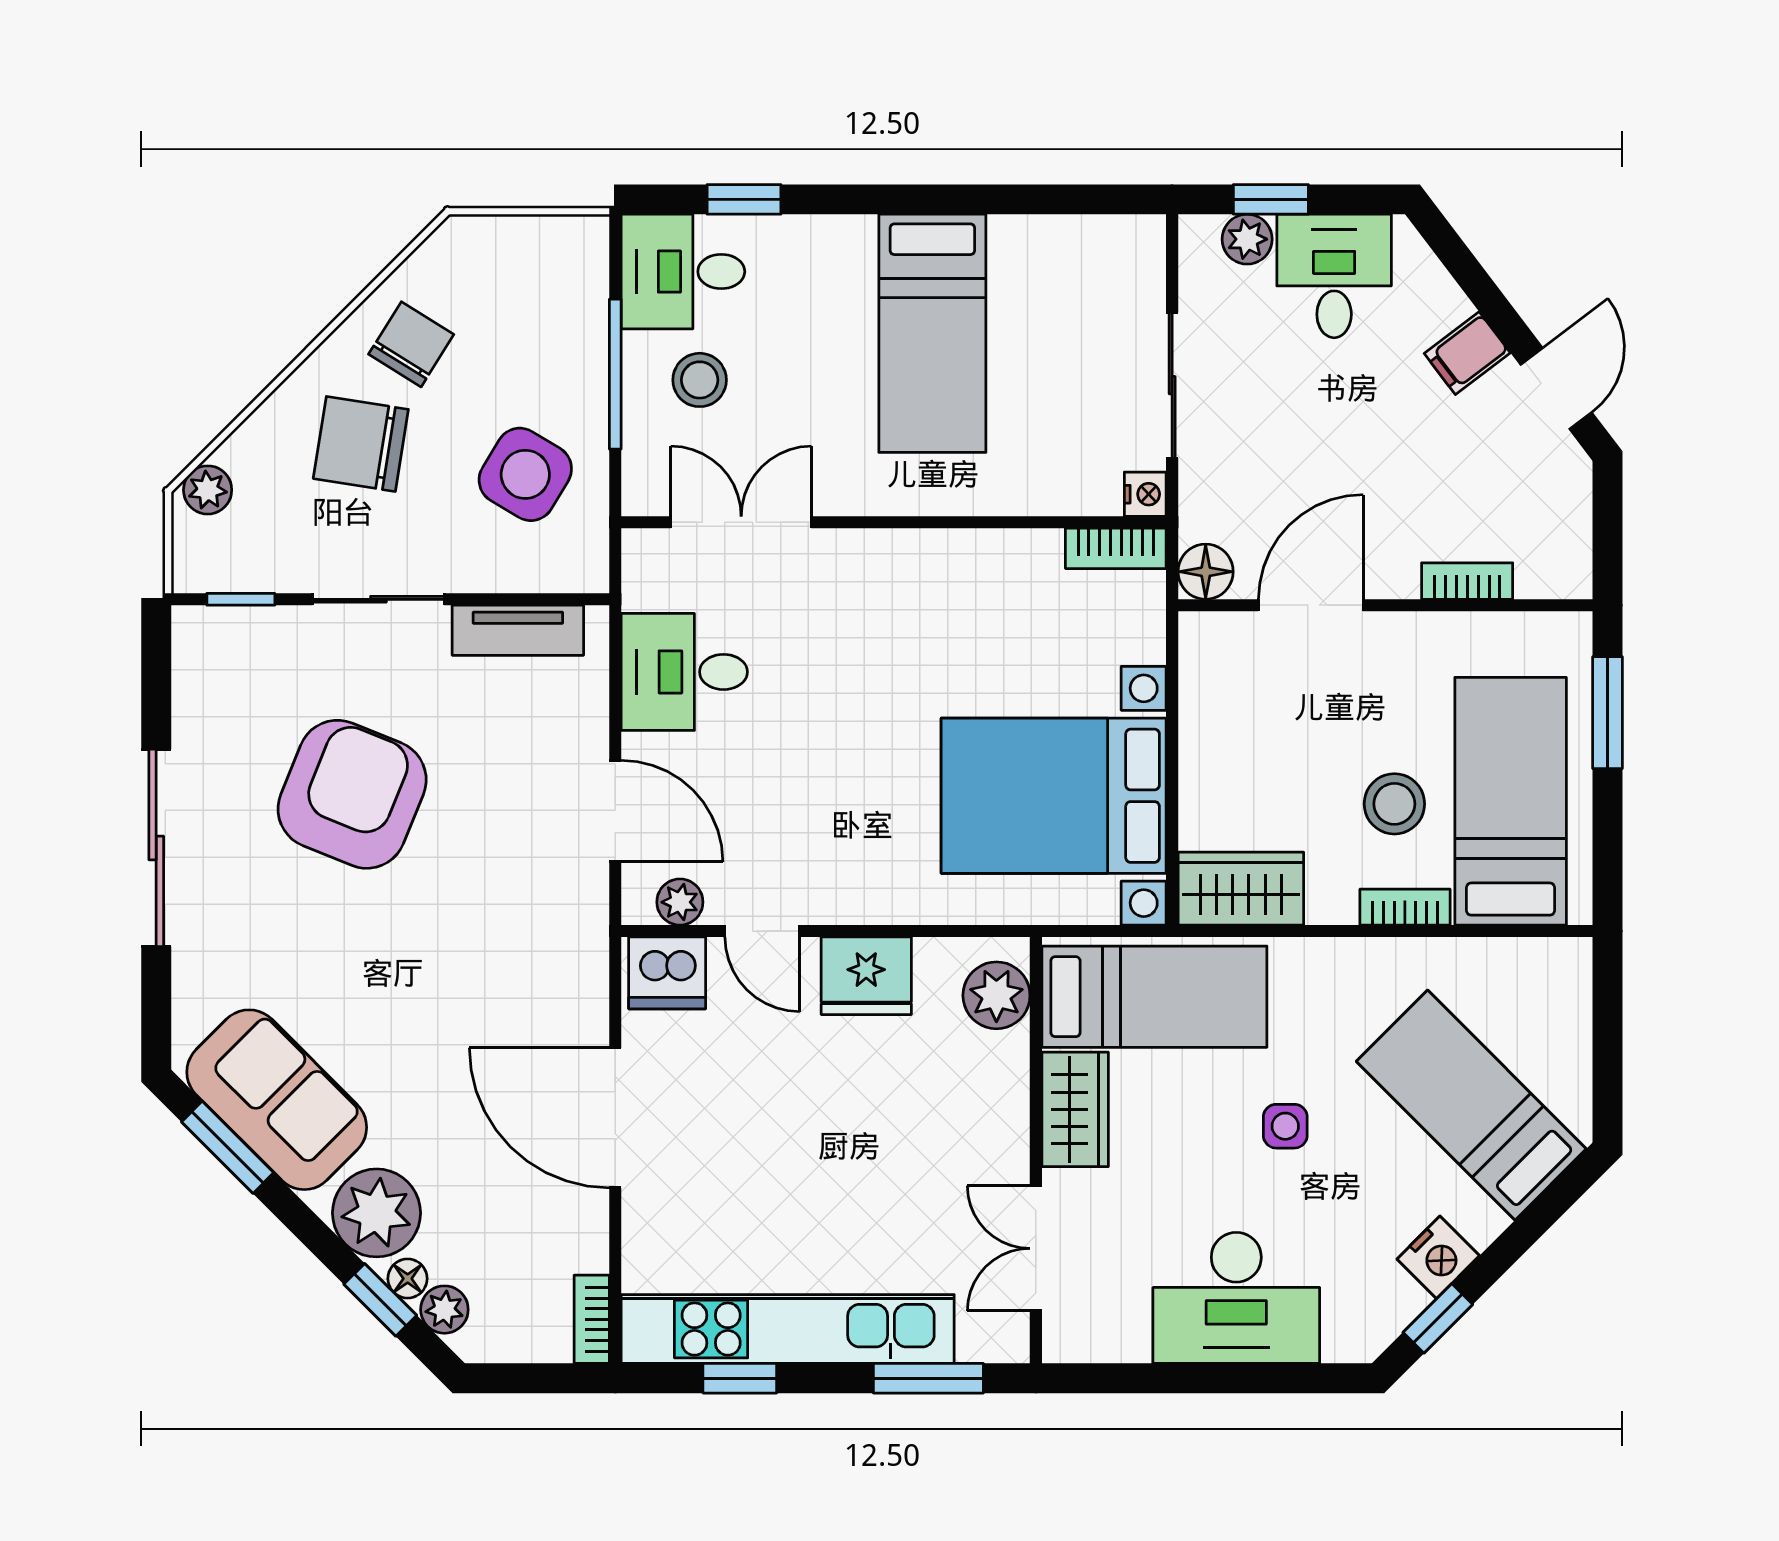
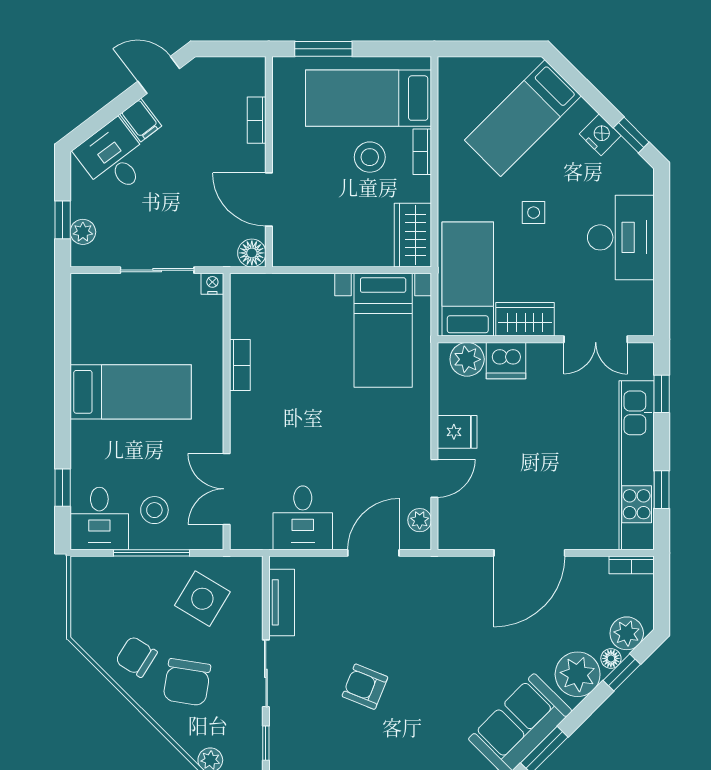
desk: (1334, 276) -> (114, 158), moved, turned 53
bookcase: (1116, 548) -> (240, 365), moved
armchair: (352, 794) -> (365, 687), width x0.53, depth x0.53
bed with nightstands: (1054, 796) -> (383, 330), width x0.73
dishwasher: (667, 973) -> (506, 361), moved, turned 90
fridge: (866, 976) -> (457, 432), width x0.72
plant: (444, 1310) -> (627, 633), width x1.38, depth x1.38
window: (928, 1378) -> (662, 394), width x0.67

